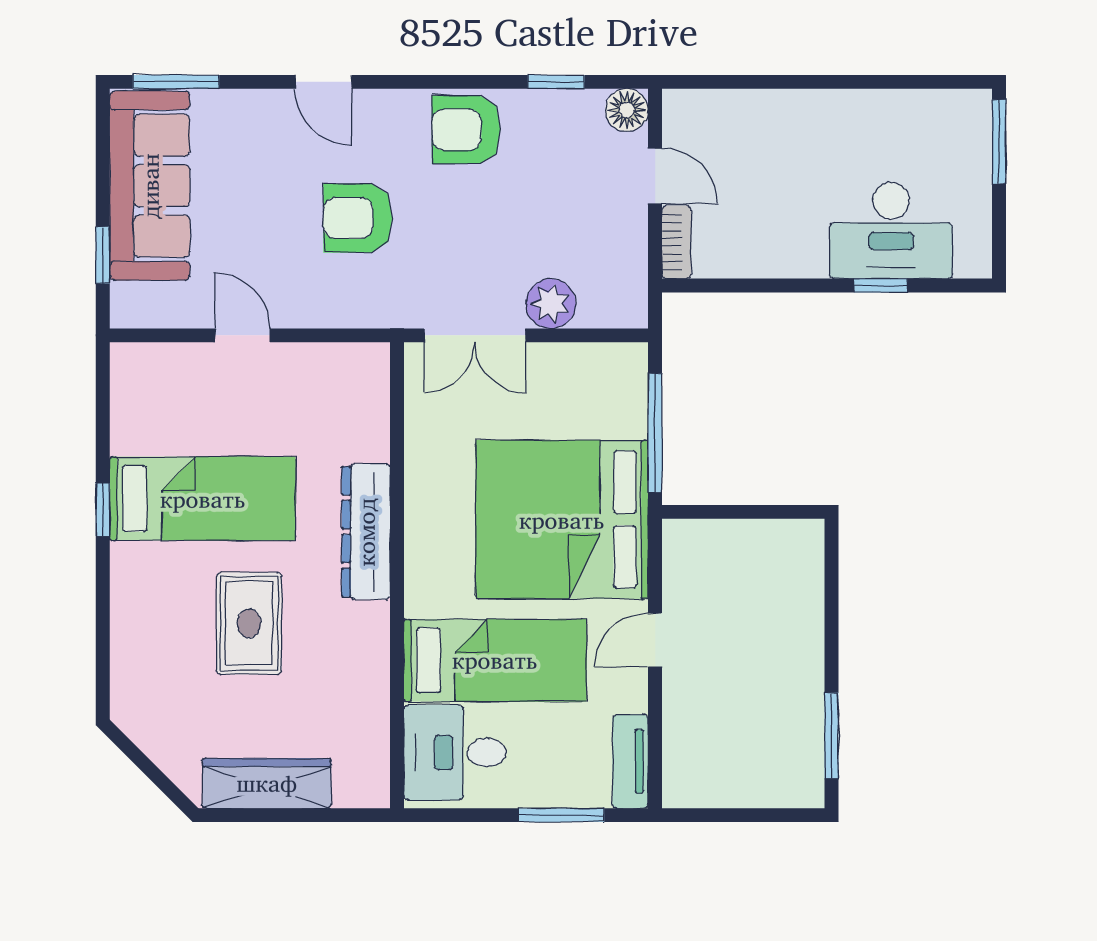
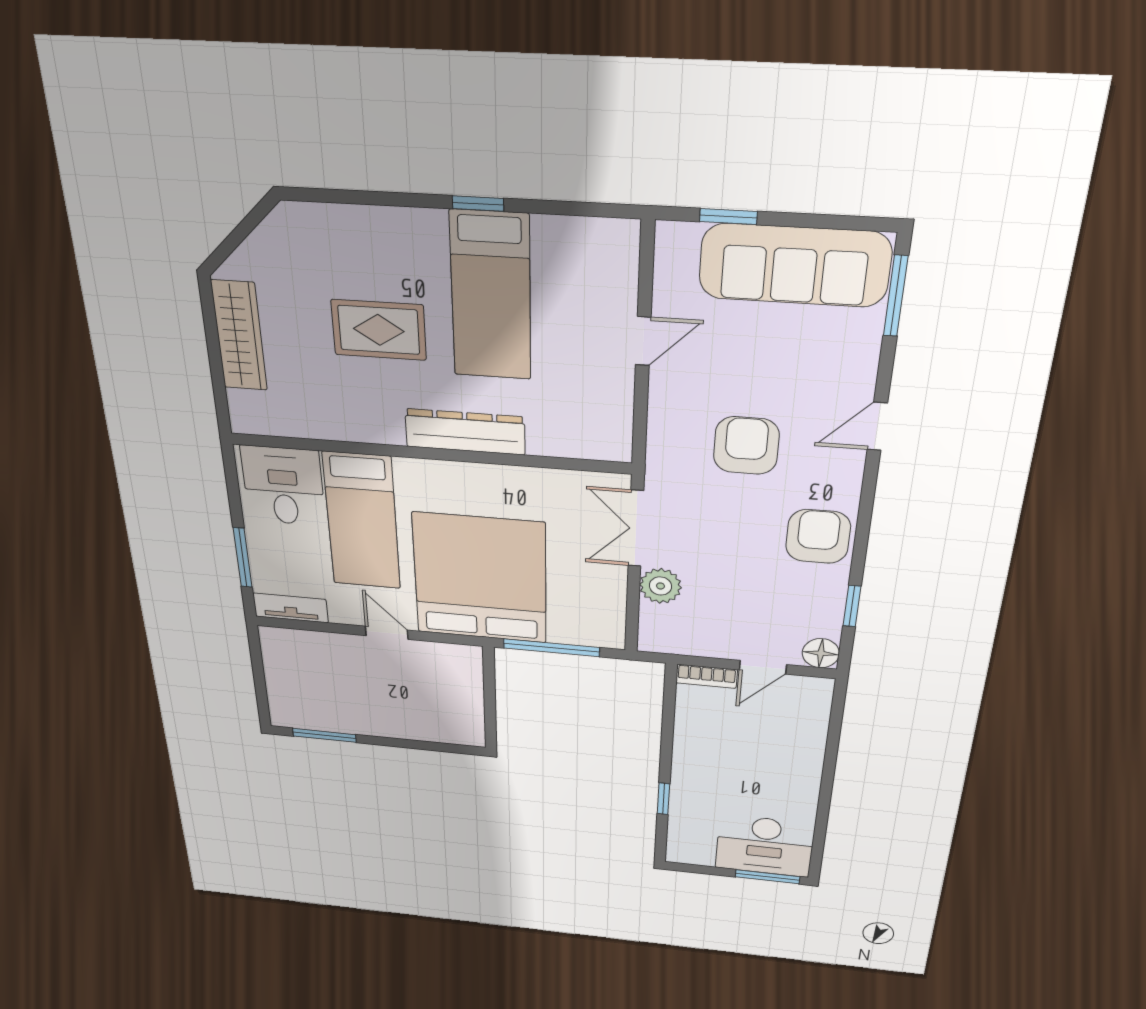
desk: (891, 231) -> (765, 846), moved, turned -90

